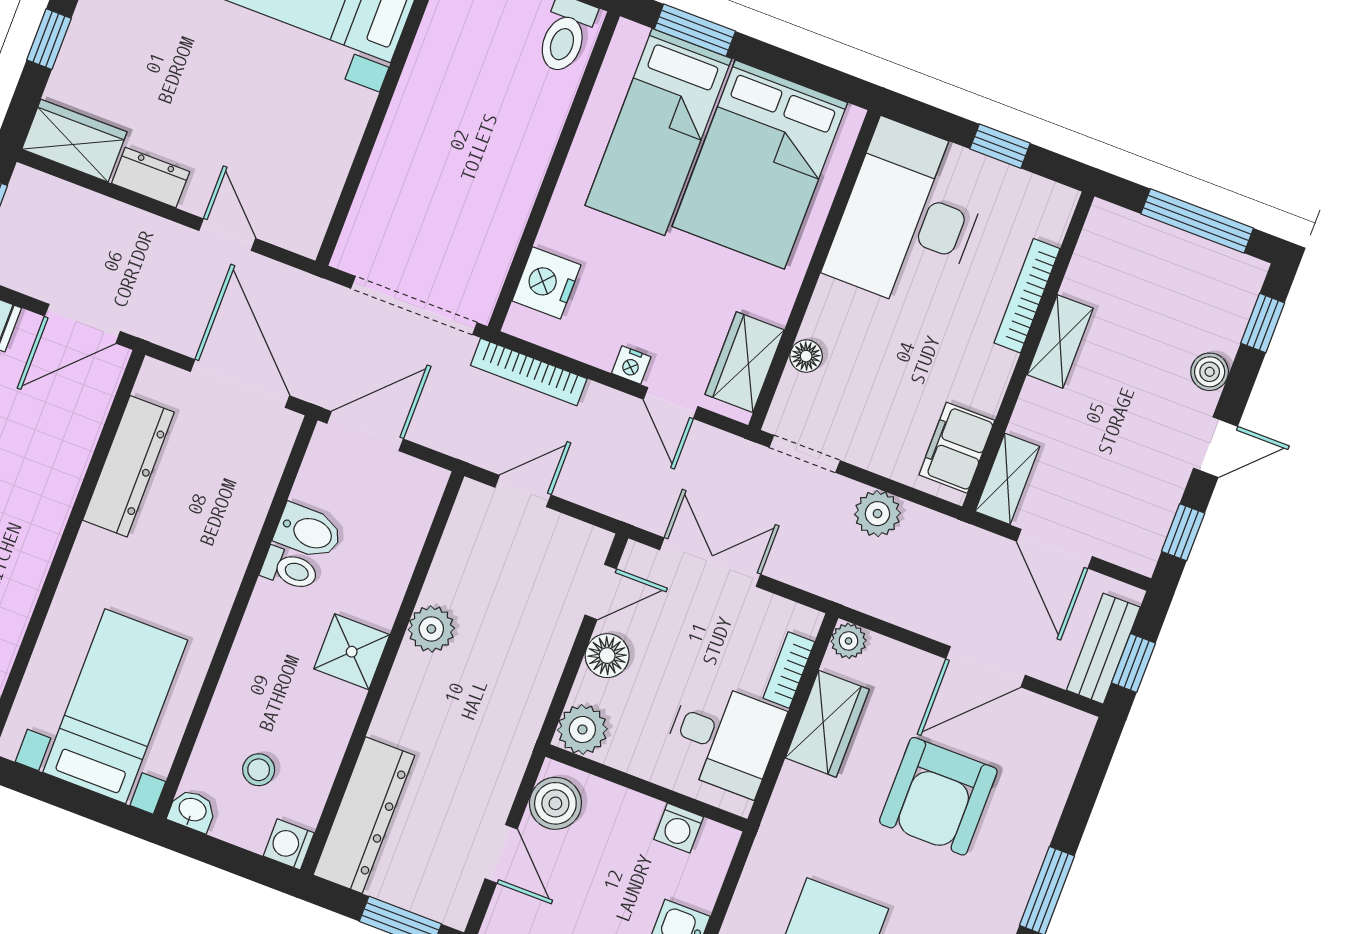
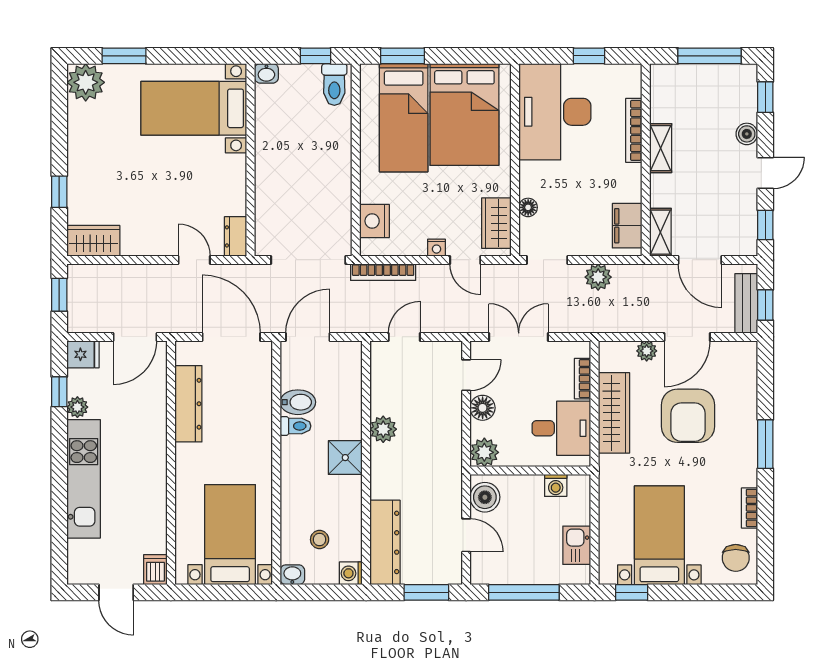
dresser: (151, 177) -> (236, 236), moved, turned -90
plant: (849, 641) -> (647, 351), moved
wardrobe: (827, 724) -> (614, 413), width x1.50

